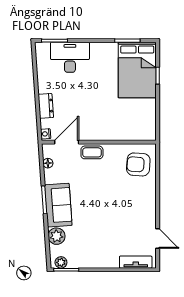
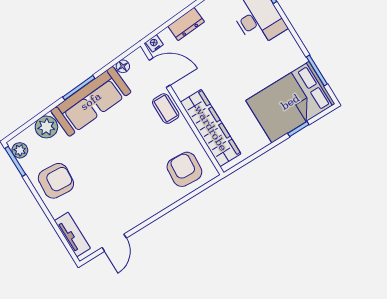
wardrobe: (122, 131) -> (211, 128), added
sofa: (58, 205) -> (91, 101), width x1.36
armchair: (95, 251) -> (56, 181), added

